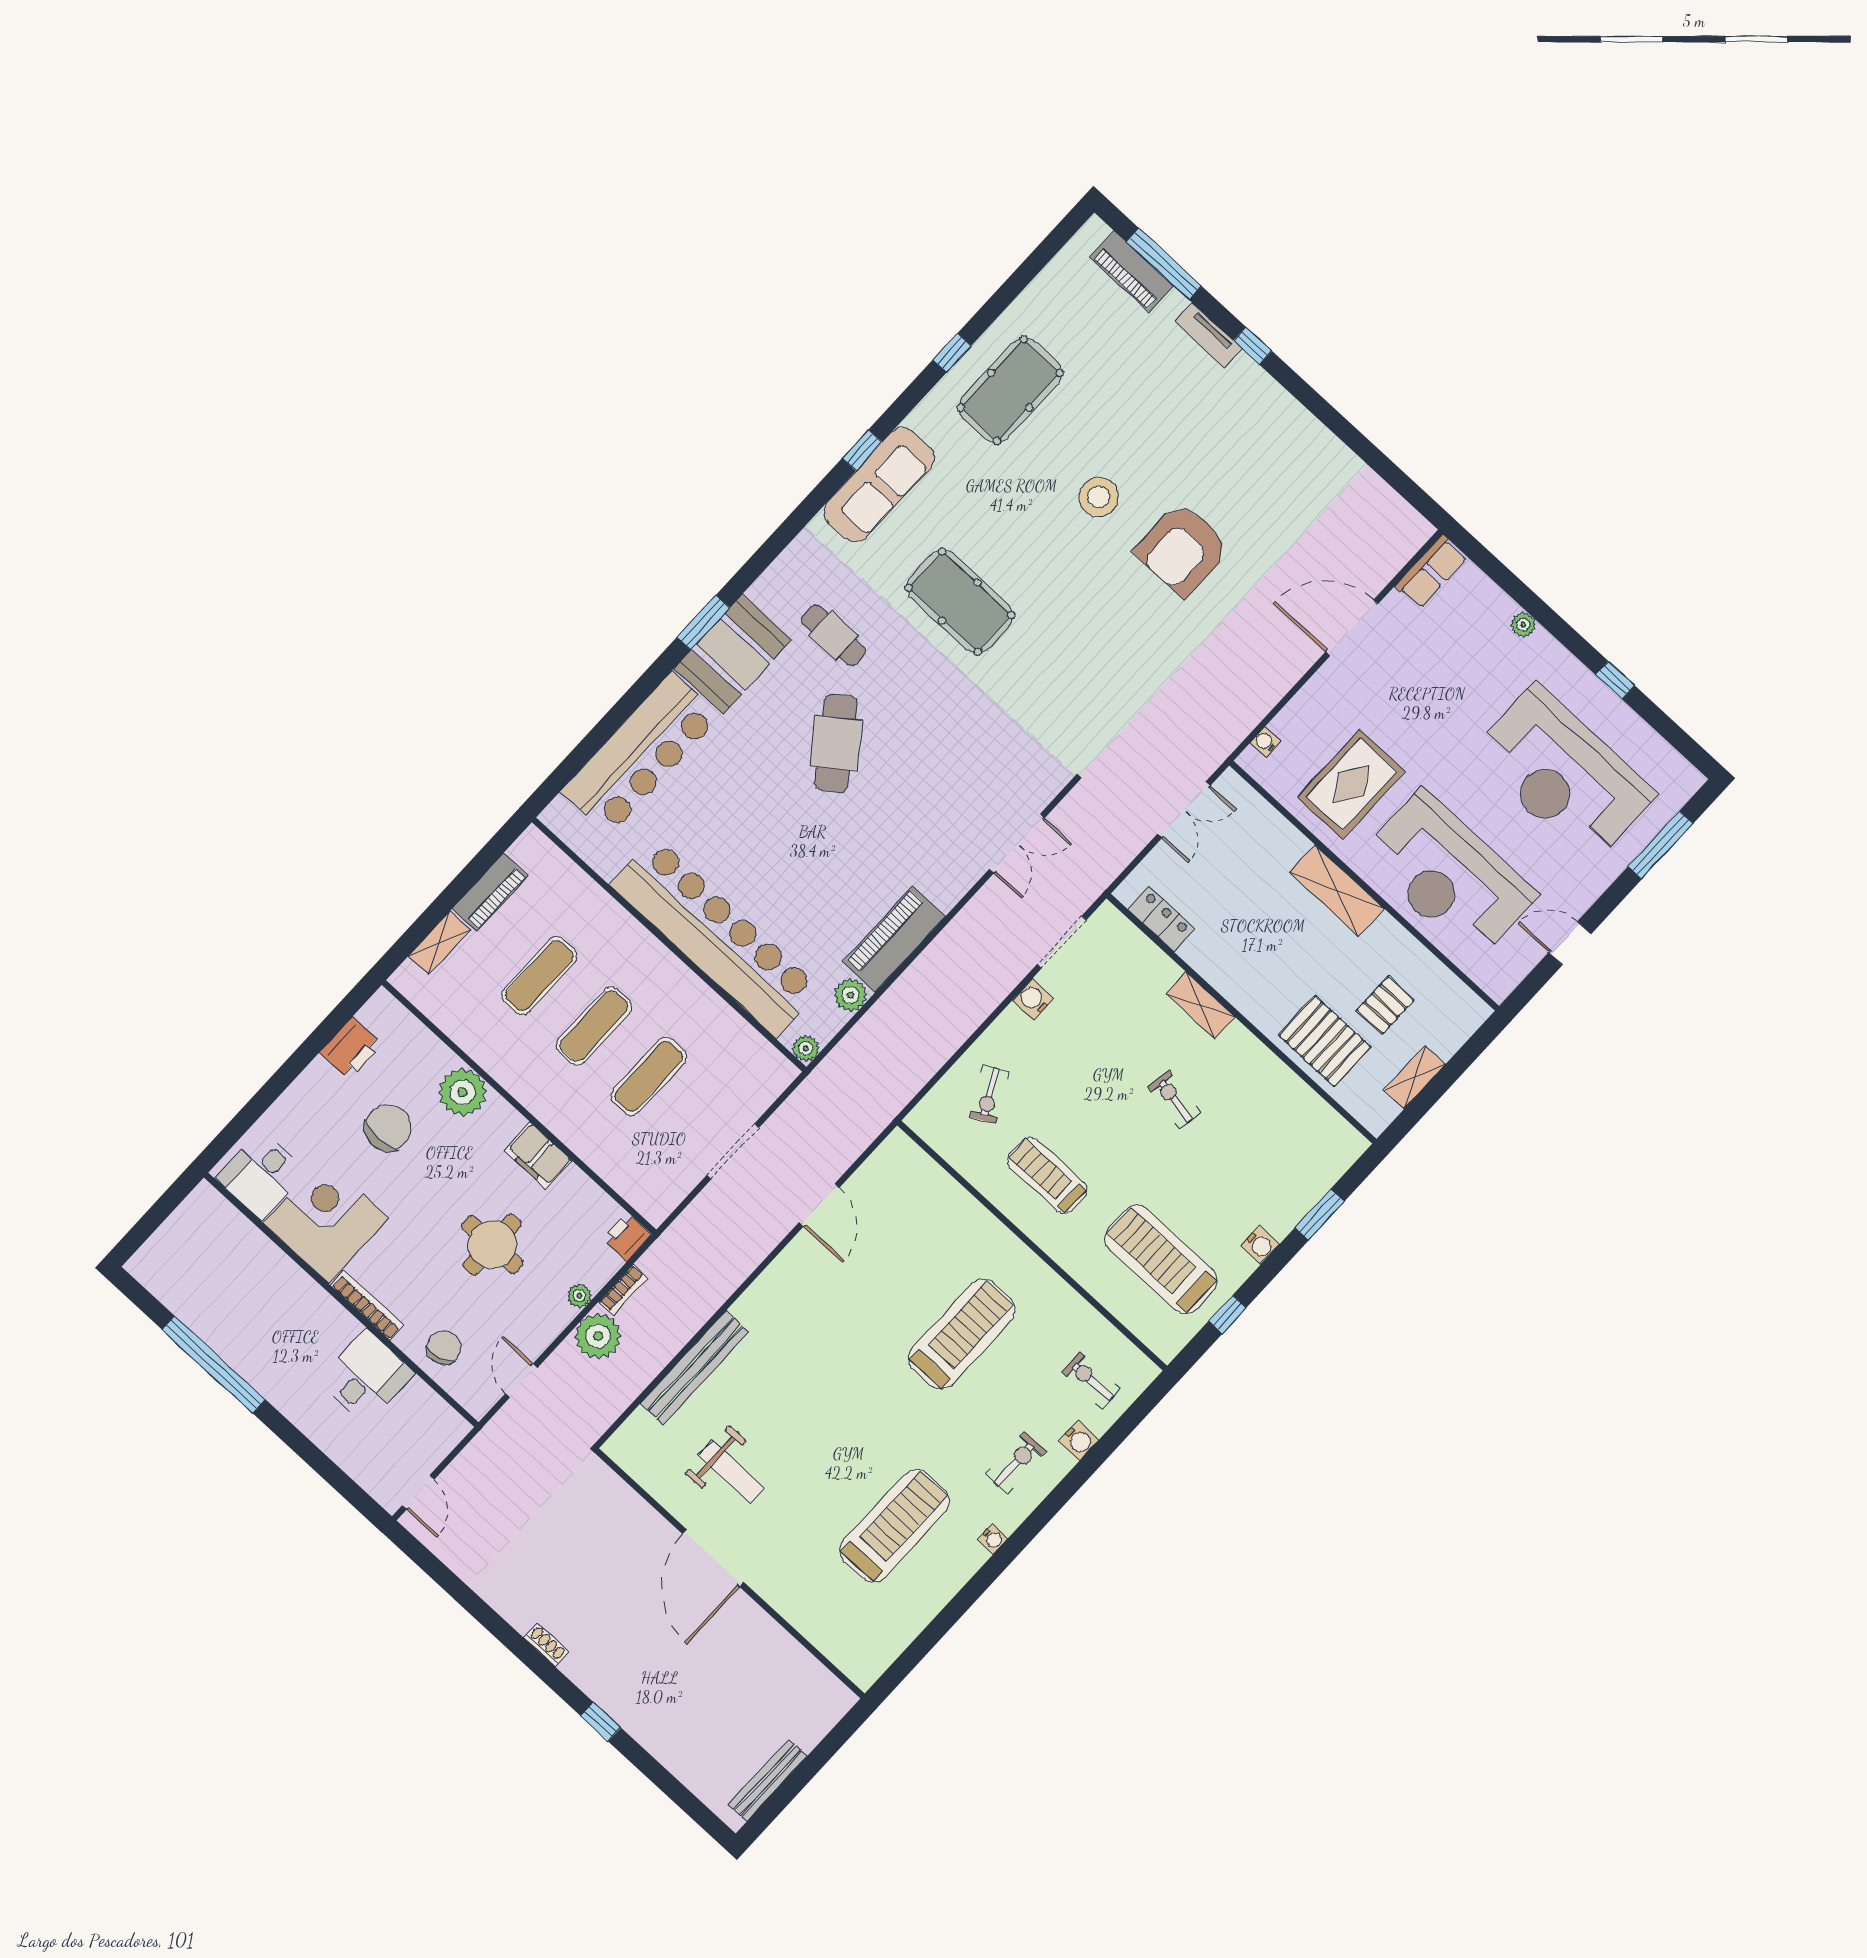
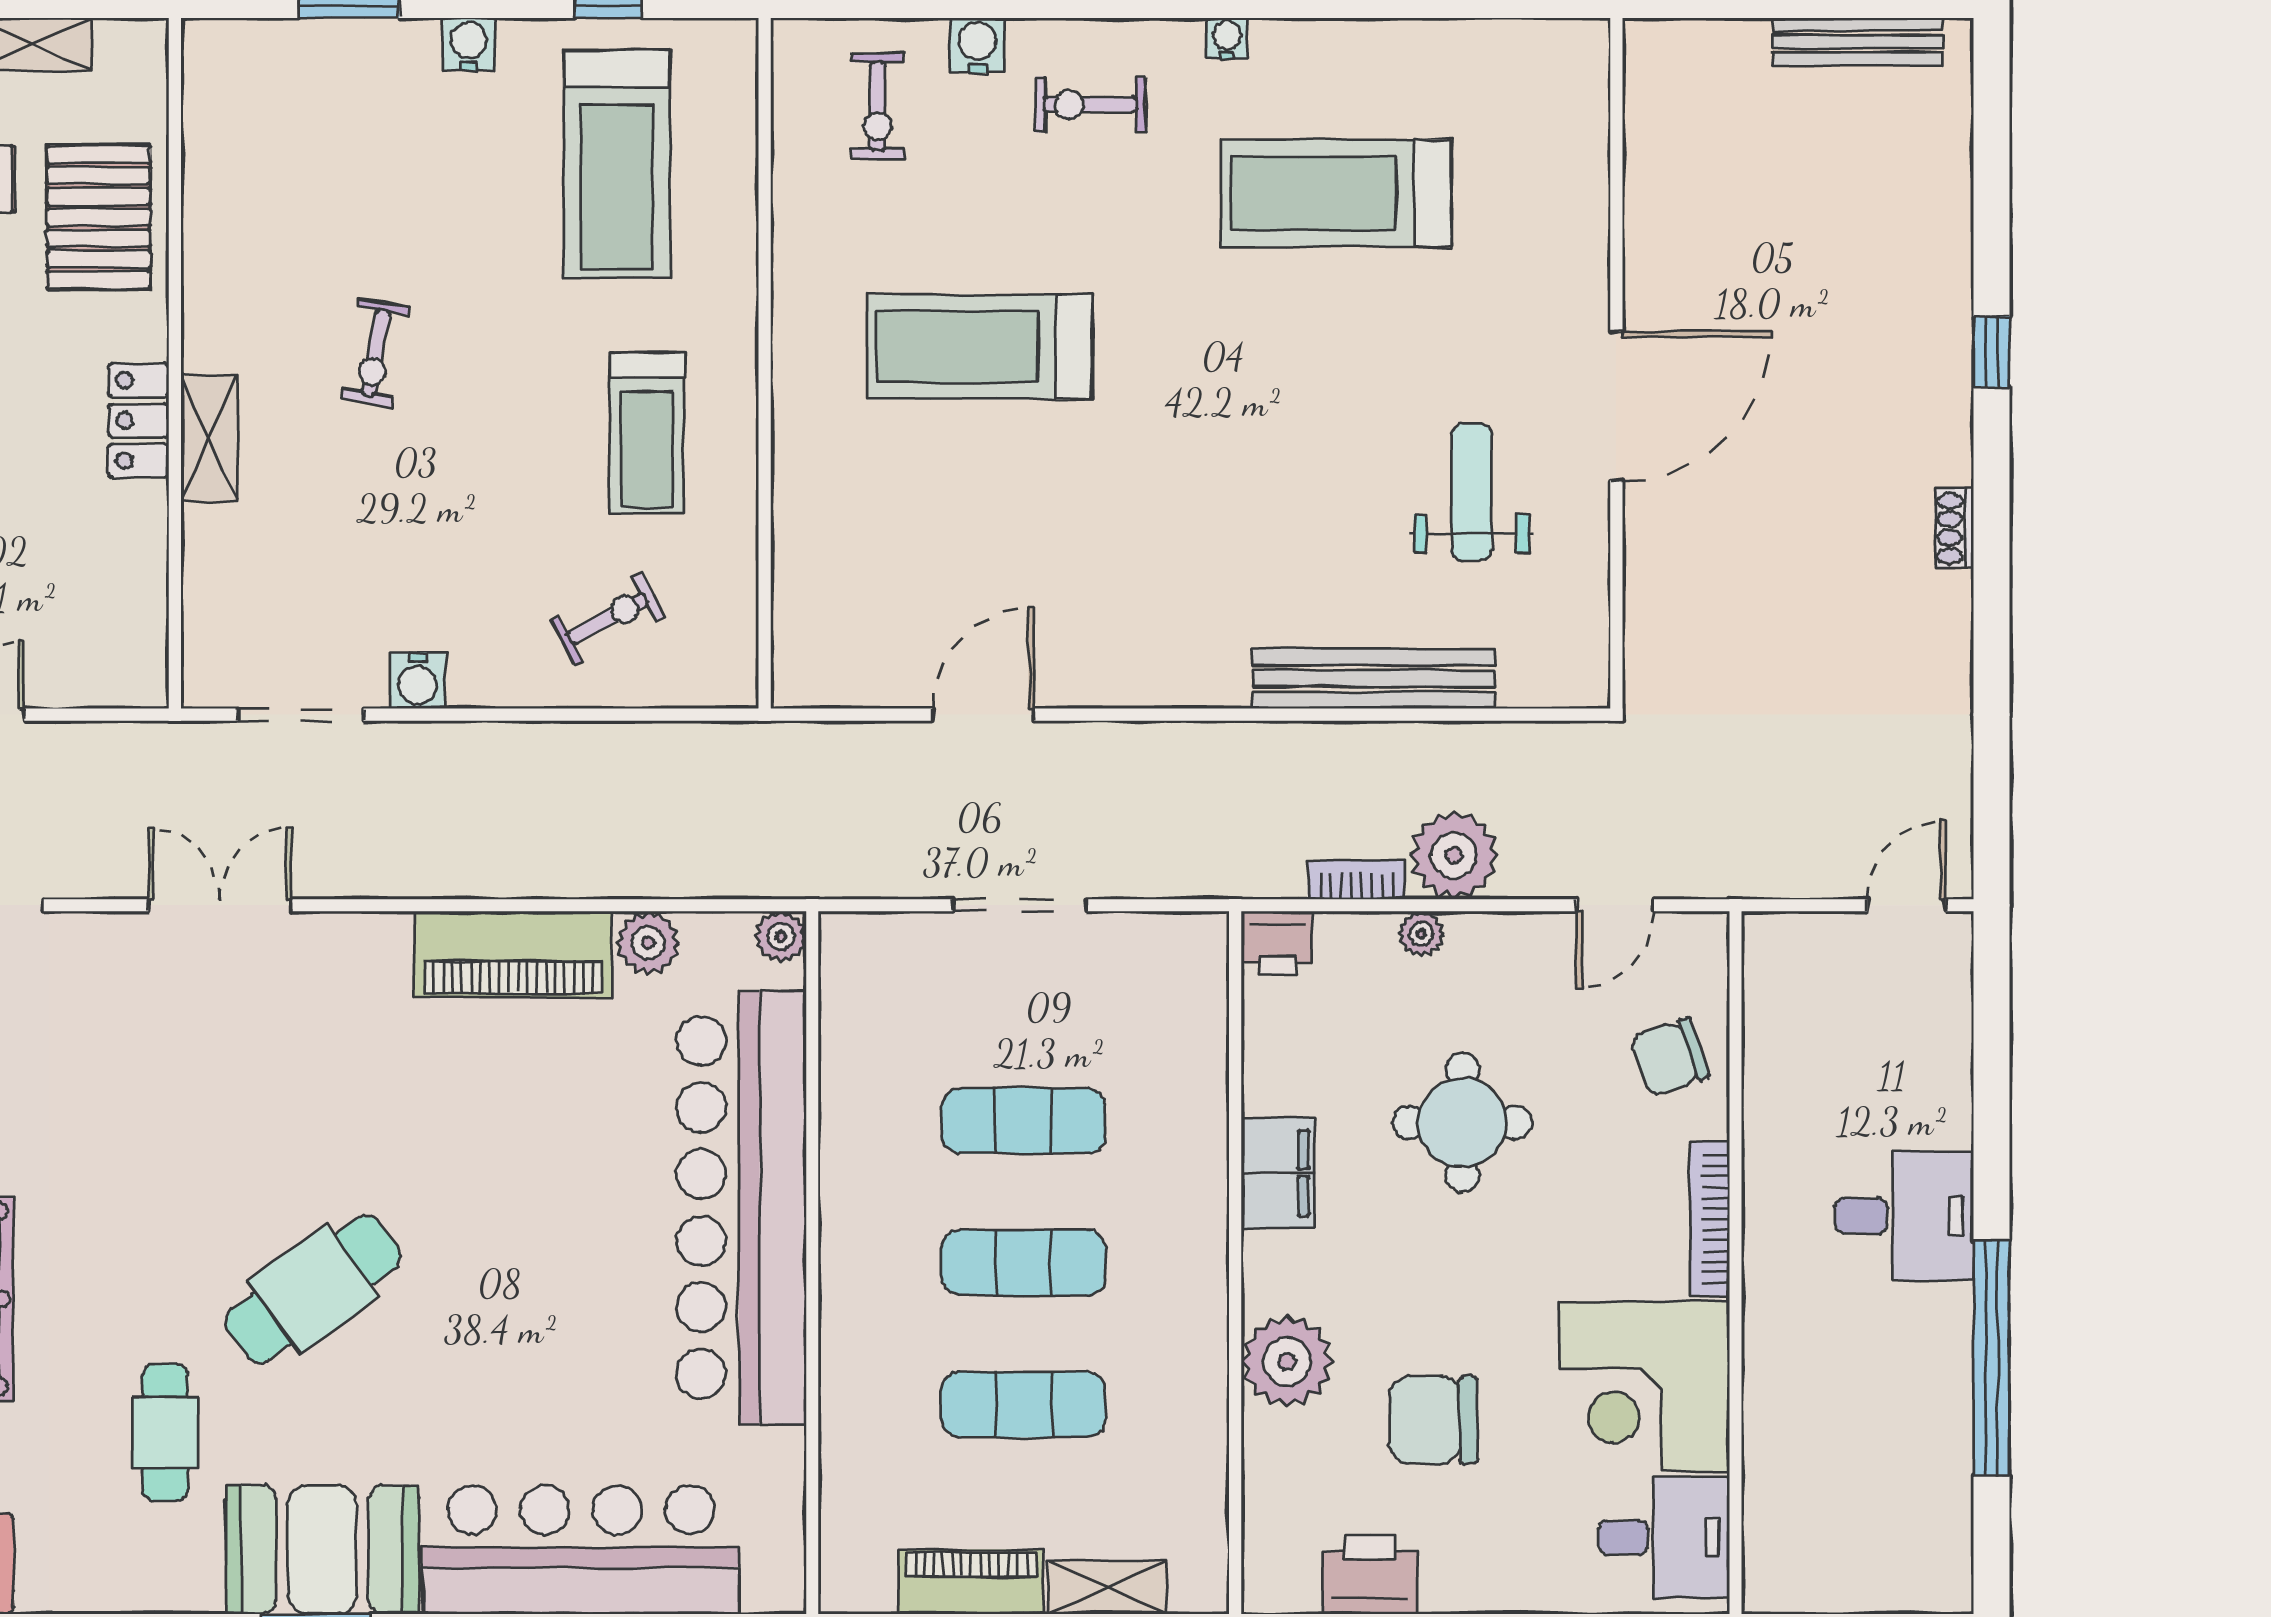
locker: (1161, 918) -> (138, 420), moved
desk: (366, 1377) -> (1904, 1216), moved, turned 180

